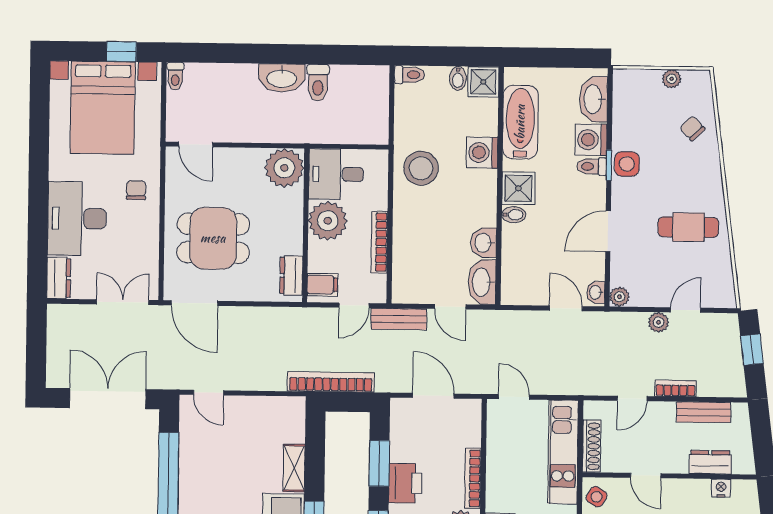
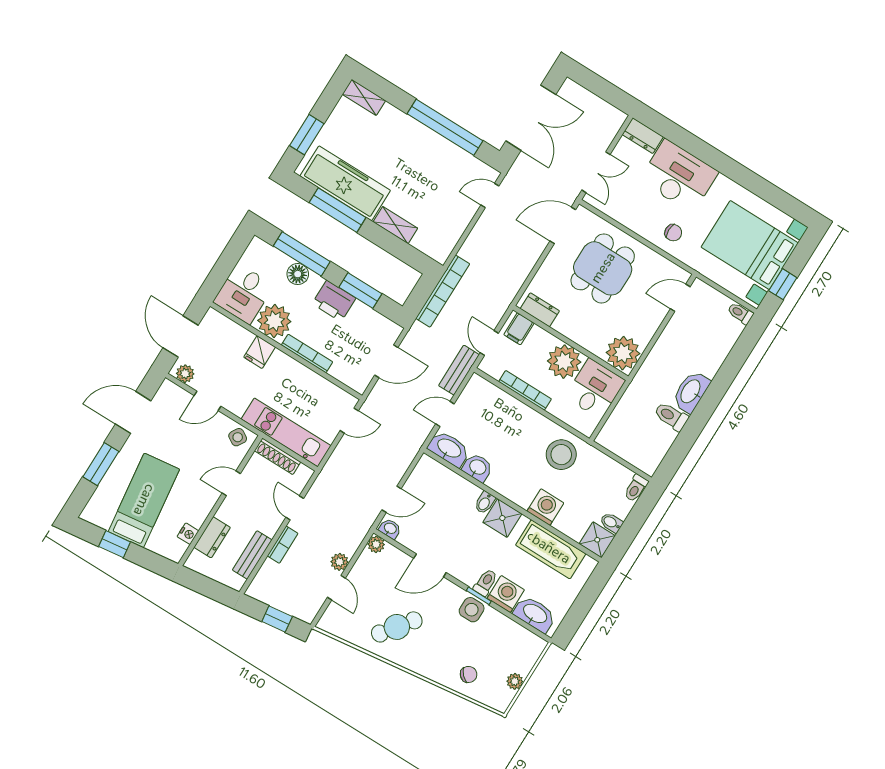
cafe table: (688, 227) -> (397, 627), turned 37
door: (608, 231) -> (430, 565), swing flipped

